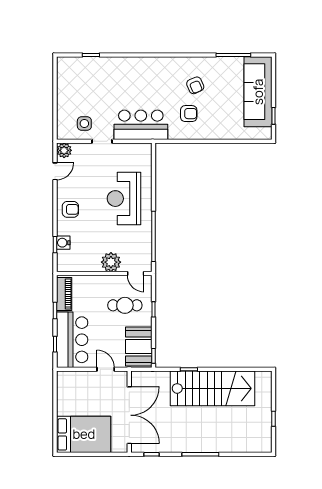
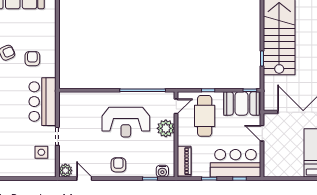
reception desk: (124, 199) -> (126, 122), moved
water cooler: (63, 243) -> (162, 171), moved
piano: (64, 294) -> (184, 161), moved, turned 90
cafe table: (125, 305) -> (205, 116), width x1.37, depth x1.35
door: (106, 369) -> (262, 133), hinge flipped

